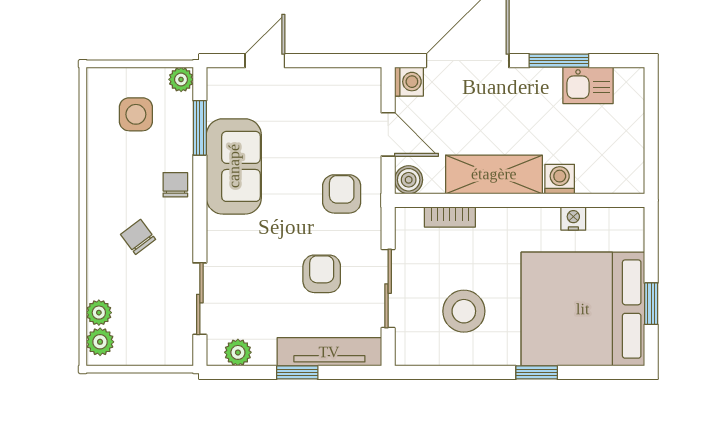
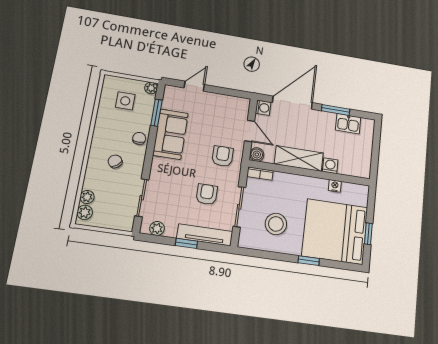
bookcase: (450, 217) -> (260, 174), moved

